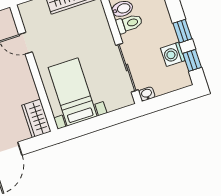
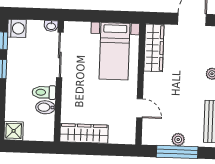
washing machine: (173, 54) -> (17, 28), moved
wardrobe: (36, 118) -> (154, 48), width x1.50

